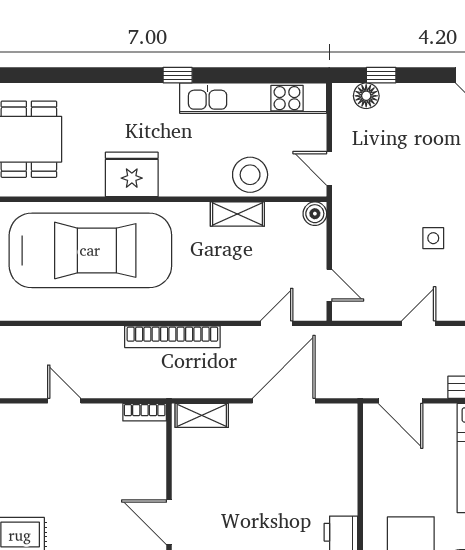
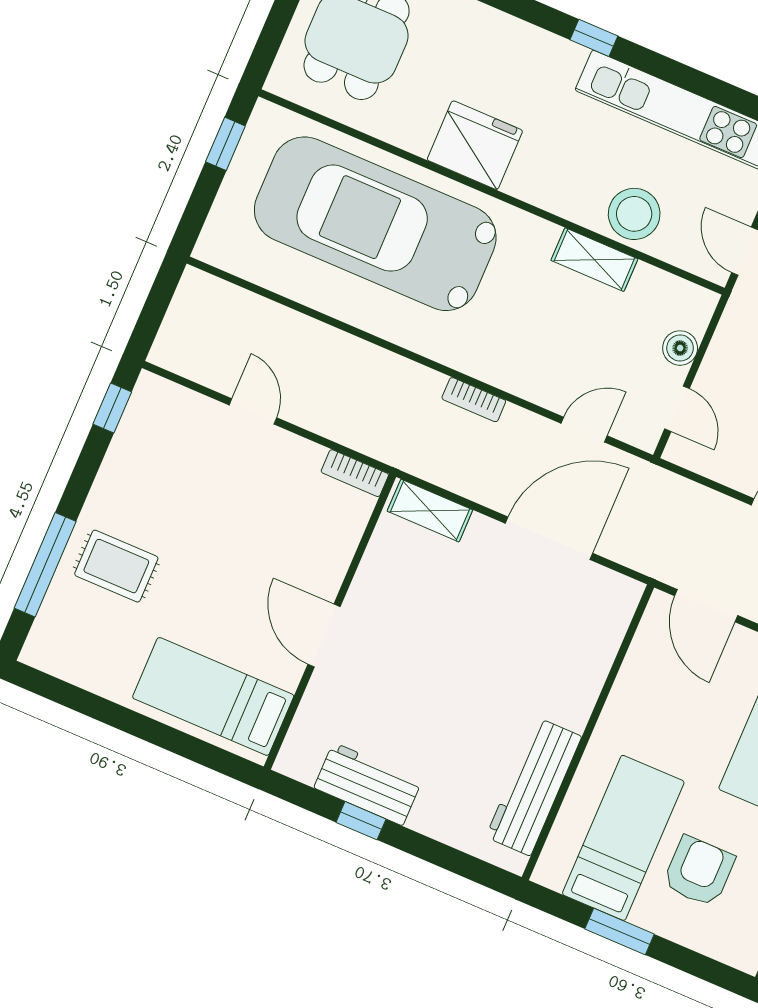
boiler: (315, 214) -> (680, 348), moved
car: (90, 250) -> (375, 224), turned 180
bookcase: (172, 337) -> (474, 400), width x0.43, depth x0.76

